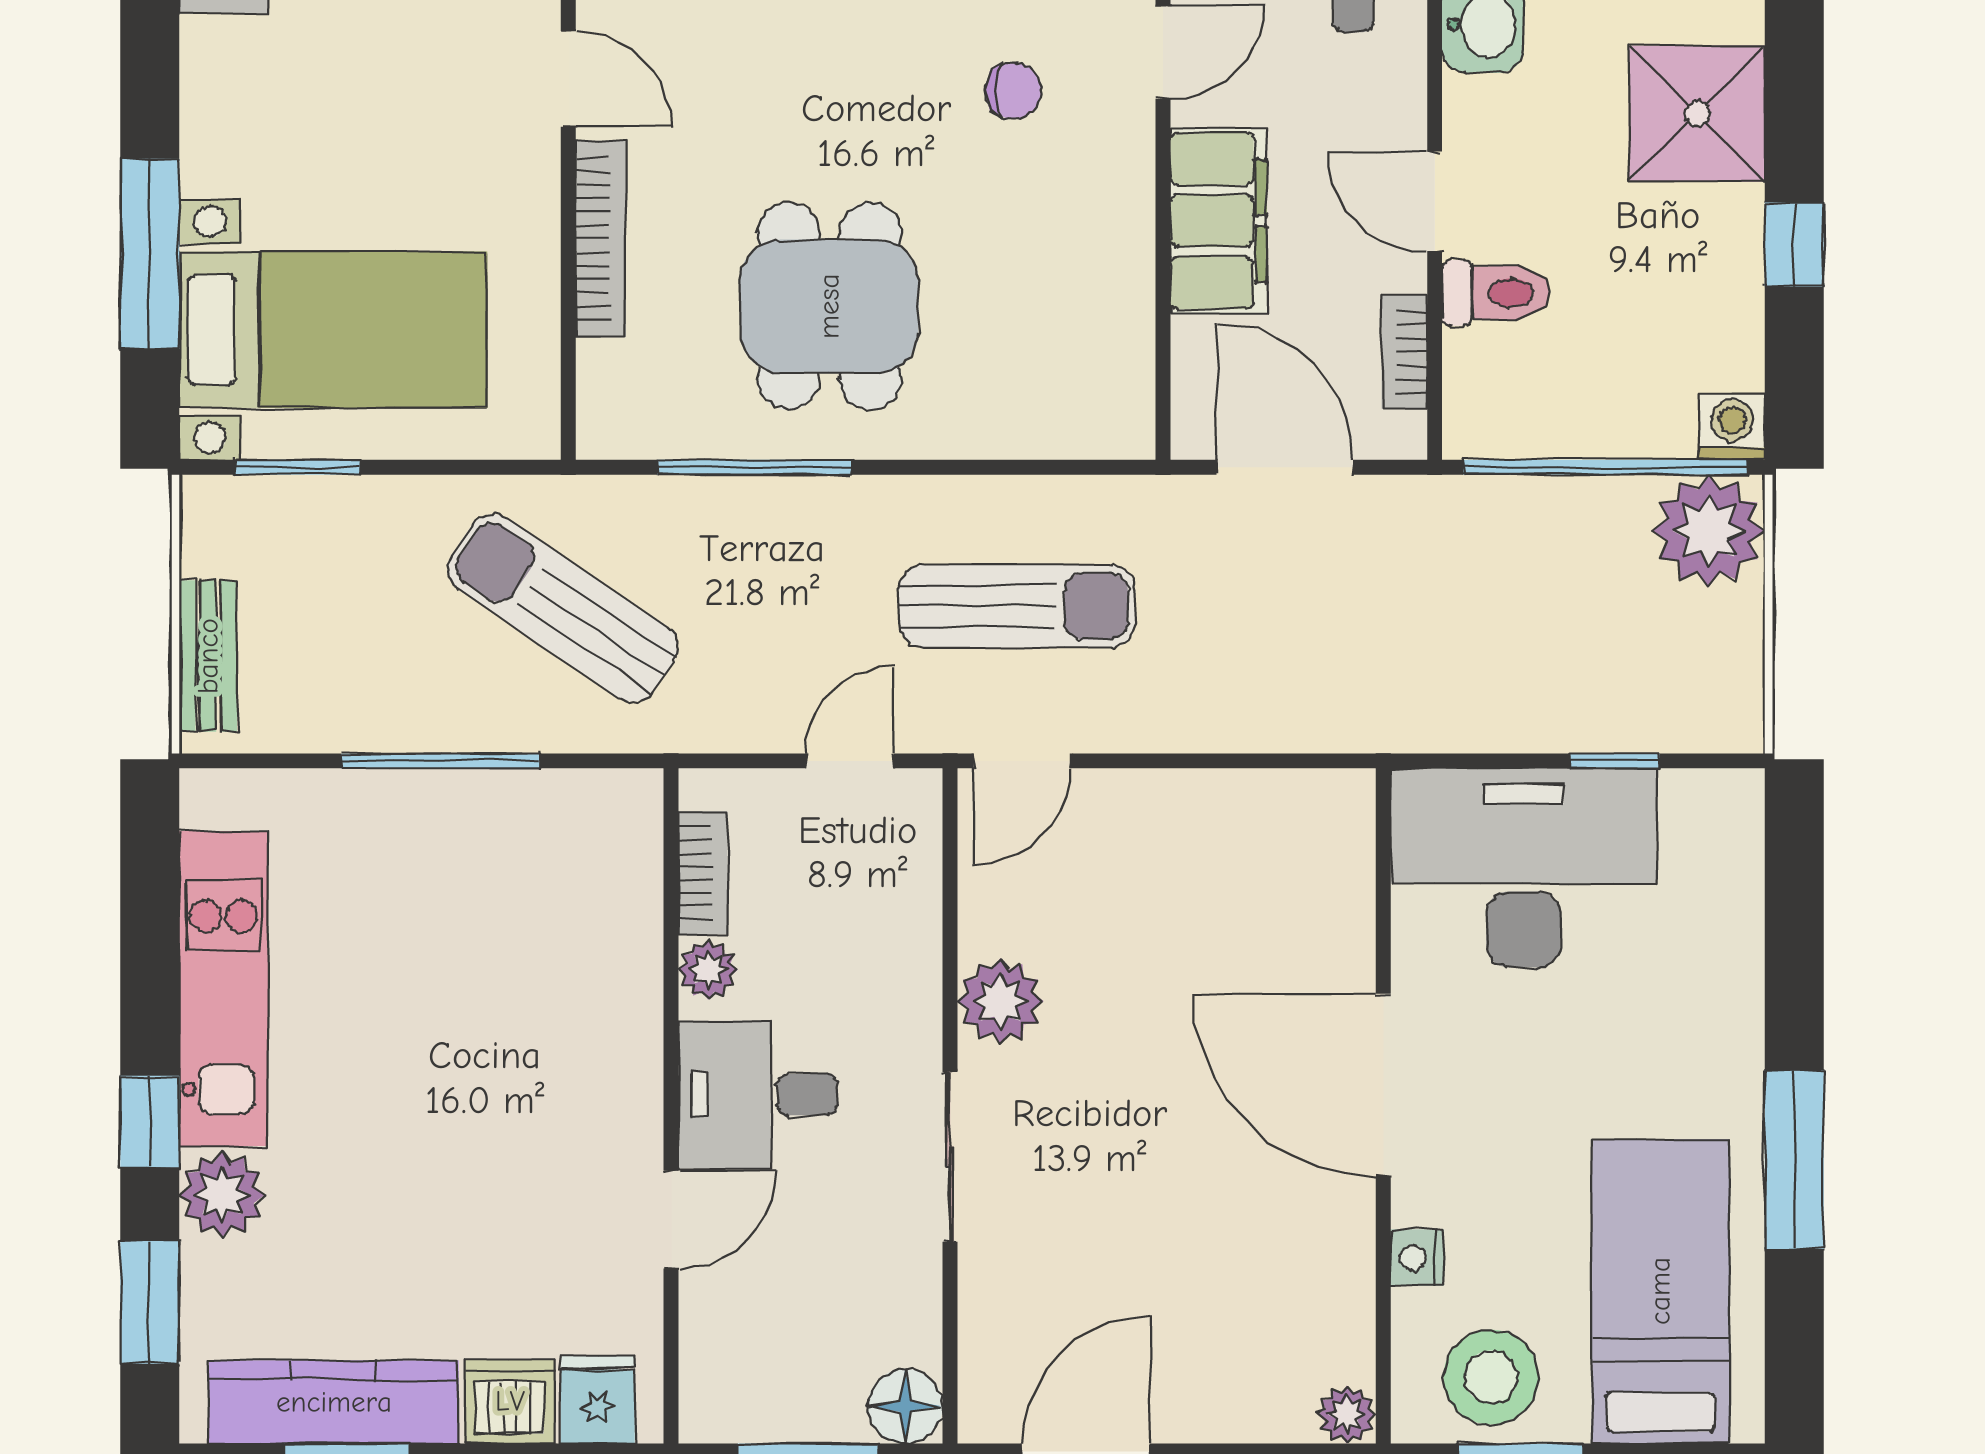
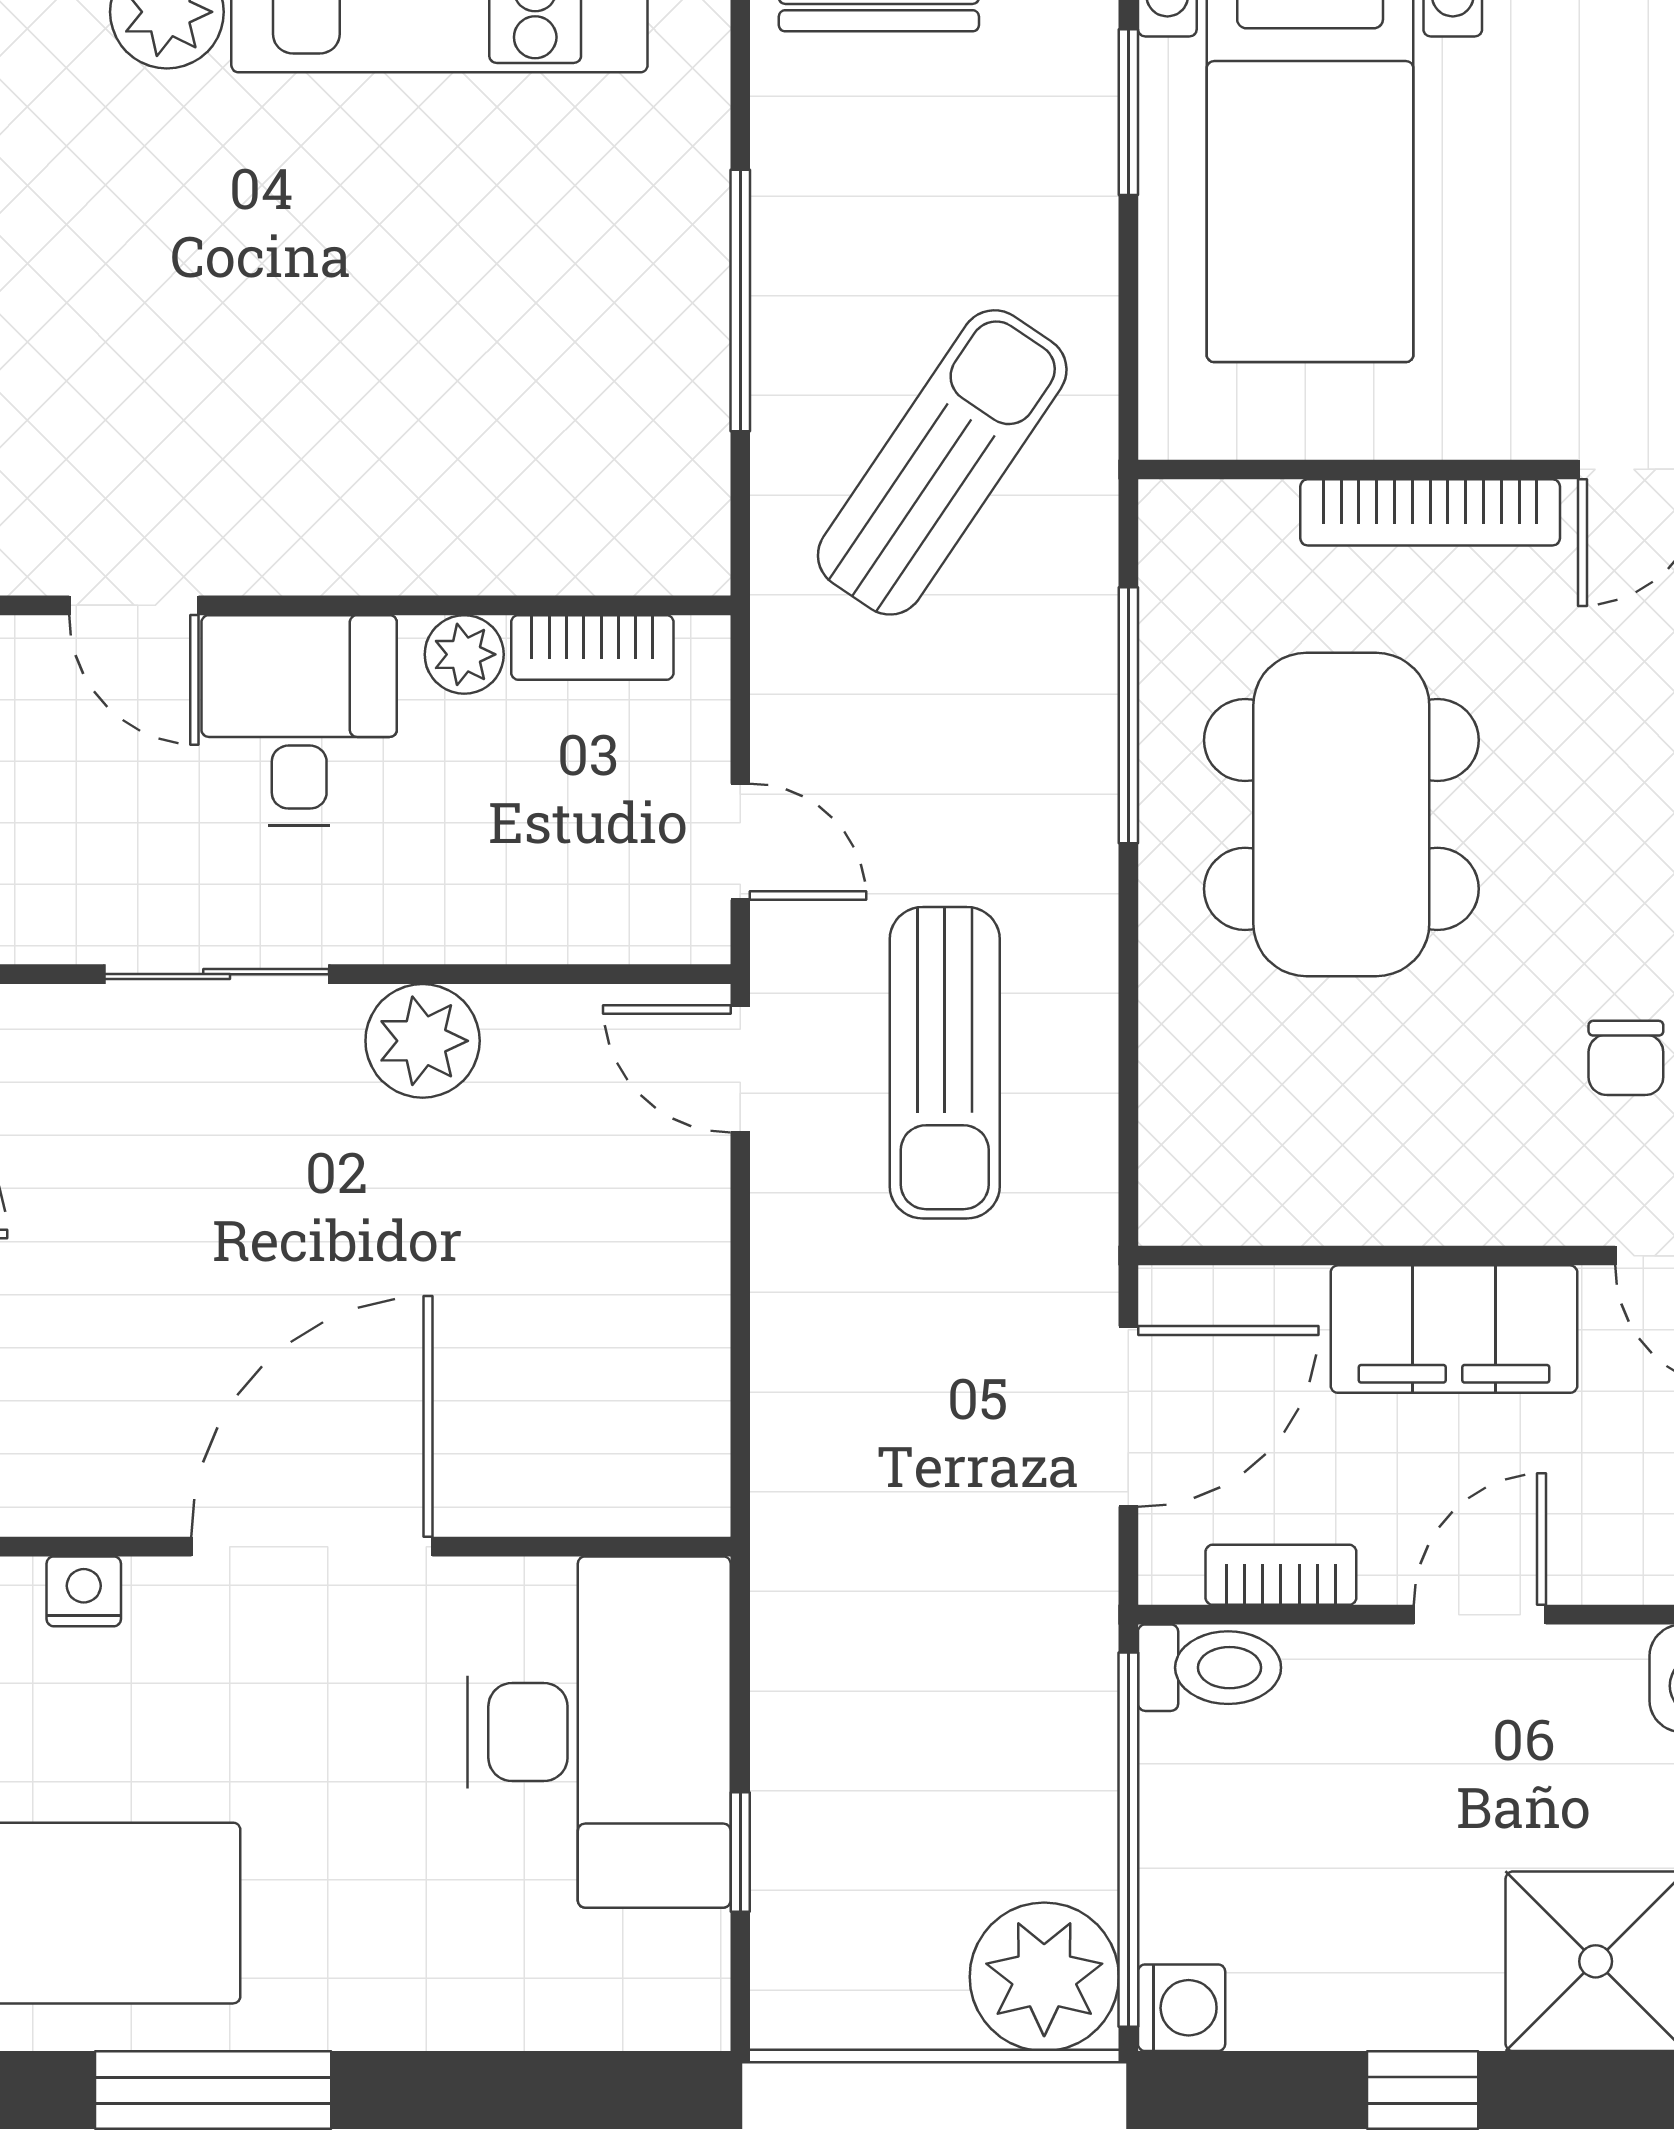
toilet: (1496, 293) -> (1210, 1668), moved, turned -90
dining table: (829, 306) -> (1341, 814), width x1.37

